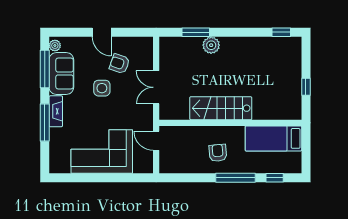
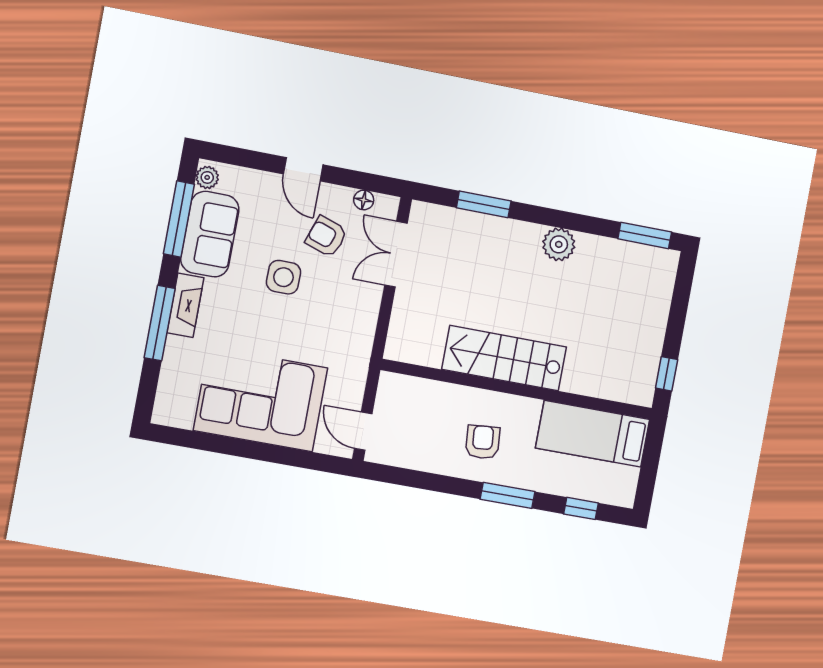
window: (281, 32) -> (645, 235), width x1.50
floor lamp: (135, 42) -> (364, 200), added
plant: (211, 45) -> (559, 244), moved
double door: (156, 87) -> (396, 254), moved
window: (306, 87) -> (667, 374), moved
door: (156, 141) -> (363, 431), moved
window: (236, 178) -> (508, 495), width x0.69

